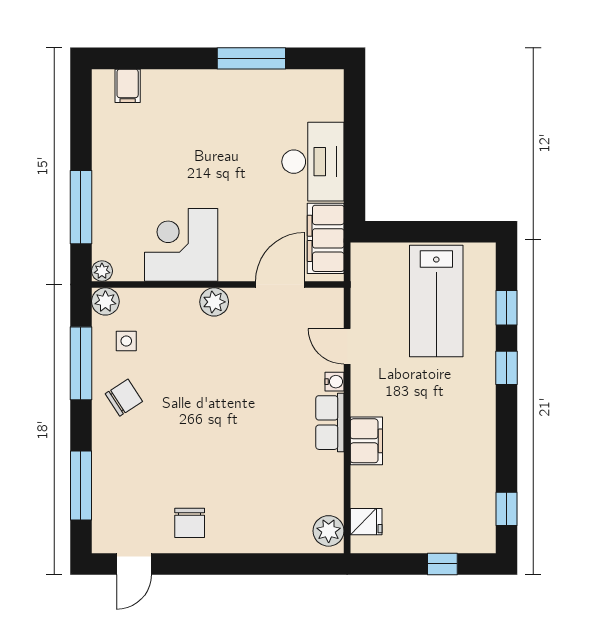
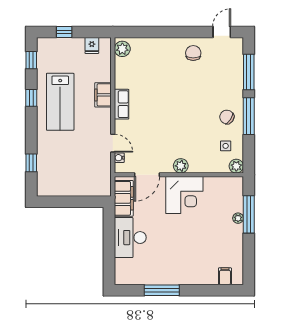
corner desk: (181, 245) -> (184, 195), moved
plant: (102, 271) -> (238, 218), moved
lab bench: (436, 301) -> (60, 102), moved, turned 180
window: (81, 363) -> (249, 116), moved
window: (507, 368) -> (31, 98), moved
water cooler: (334, 382) -> (119, 158), moved
chair: (124, 398) -> (227, 117), turned 66
fridge: (366, 522) -> (92, 45), moved, turned -90

